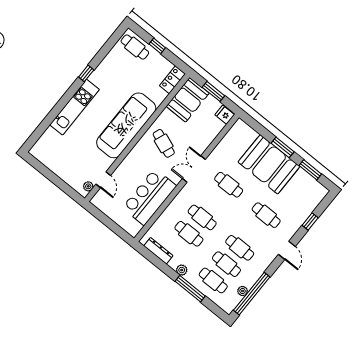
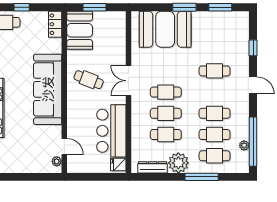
fridge: (225, 115) -> (118, 165), moved
booth: (269, 164) -> (165, 29), moved
cafe table: (229, 185) -> (166, 92), moved
plant: (182, 270) -> (178, 163), width x1.88, depth x1.88

